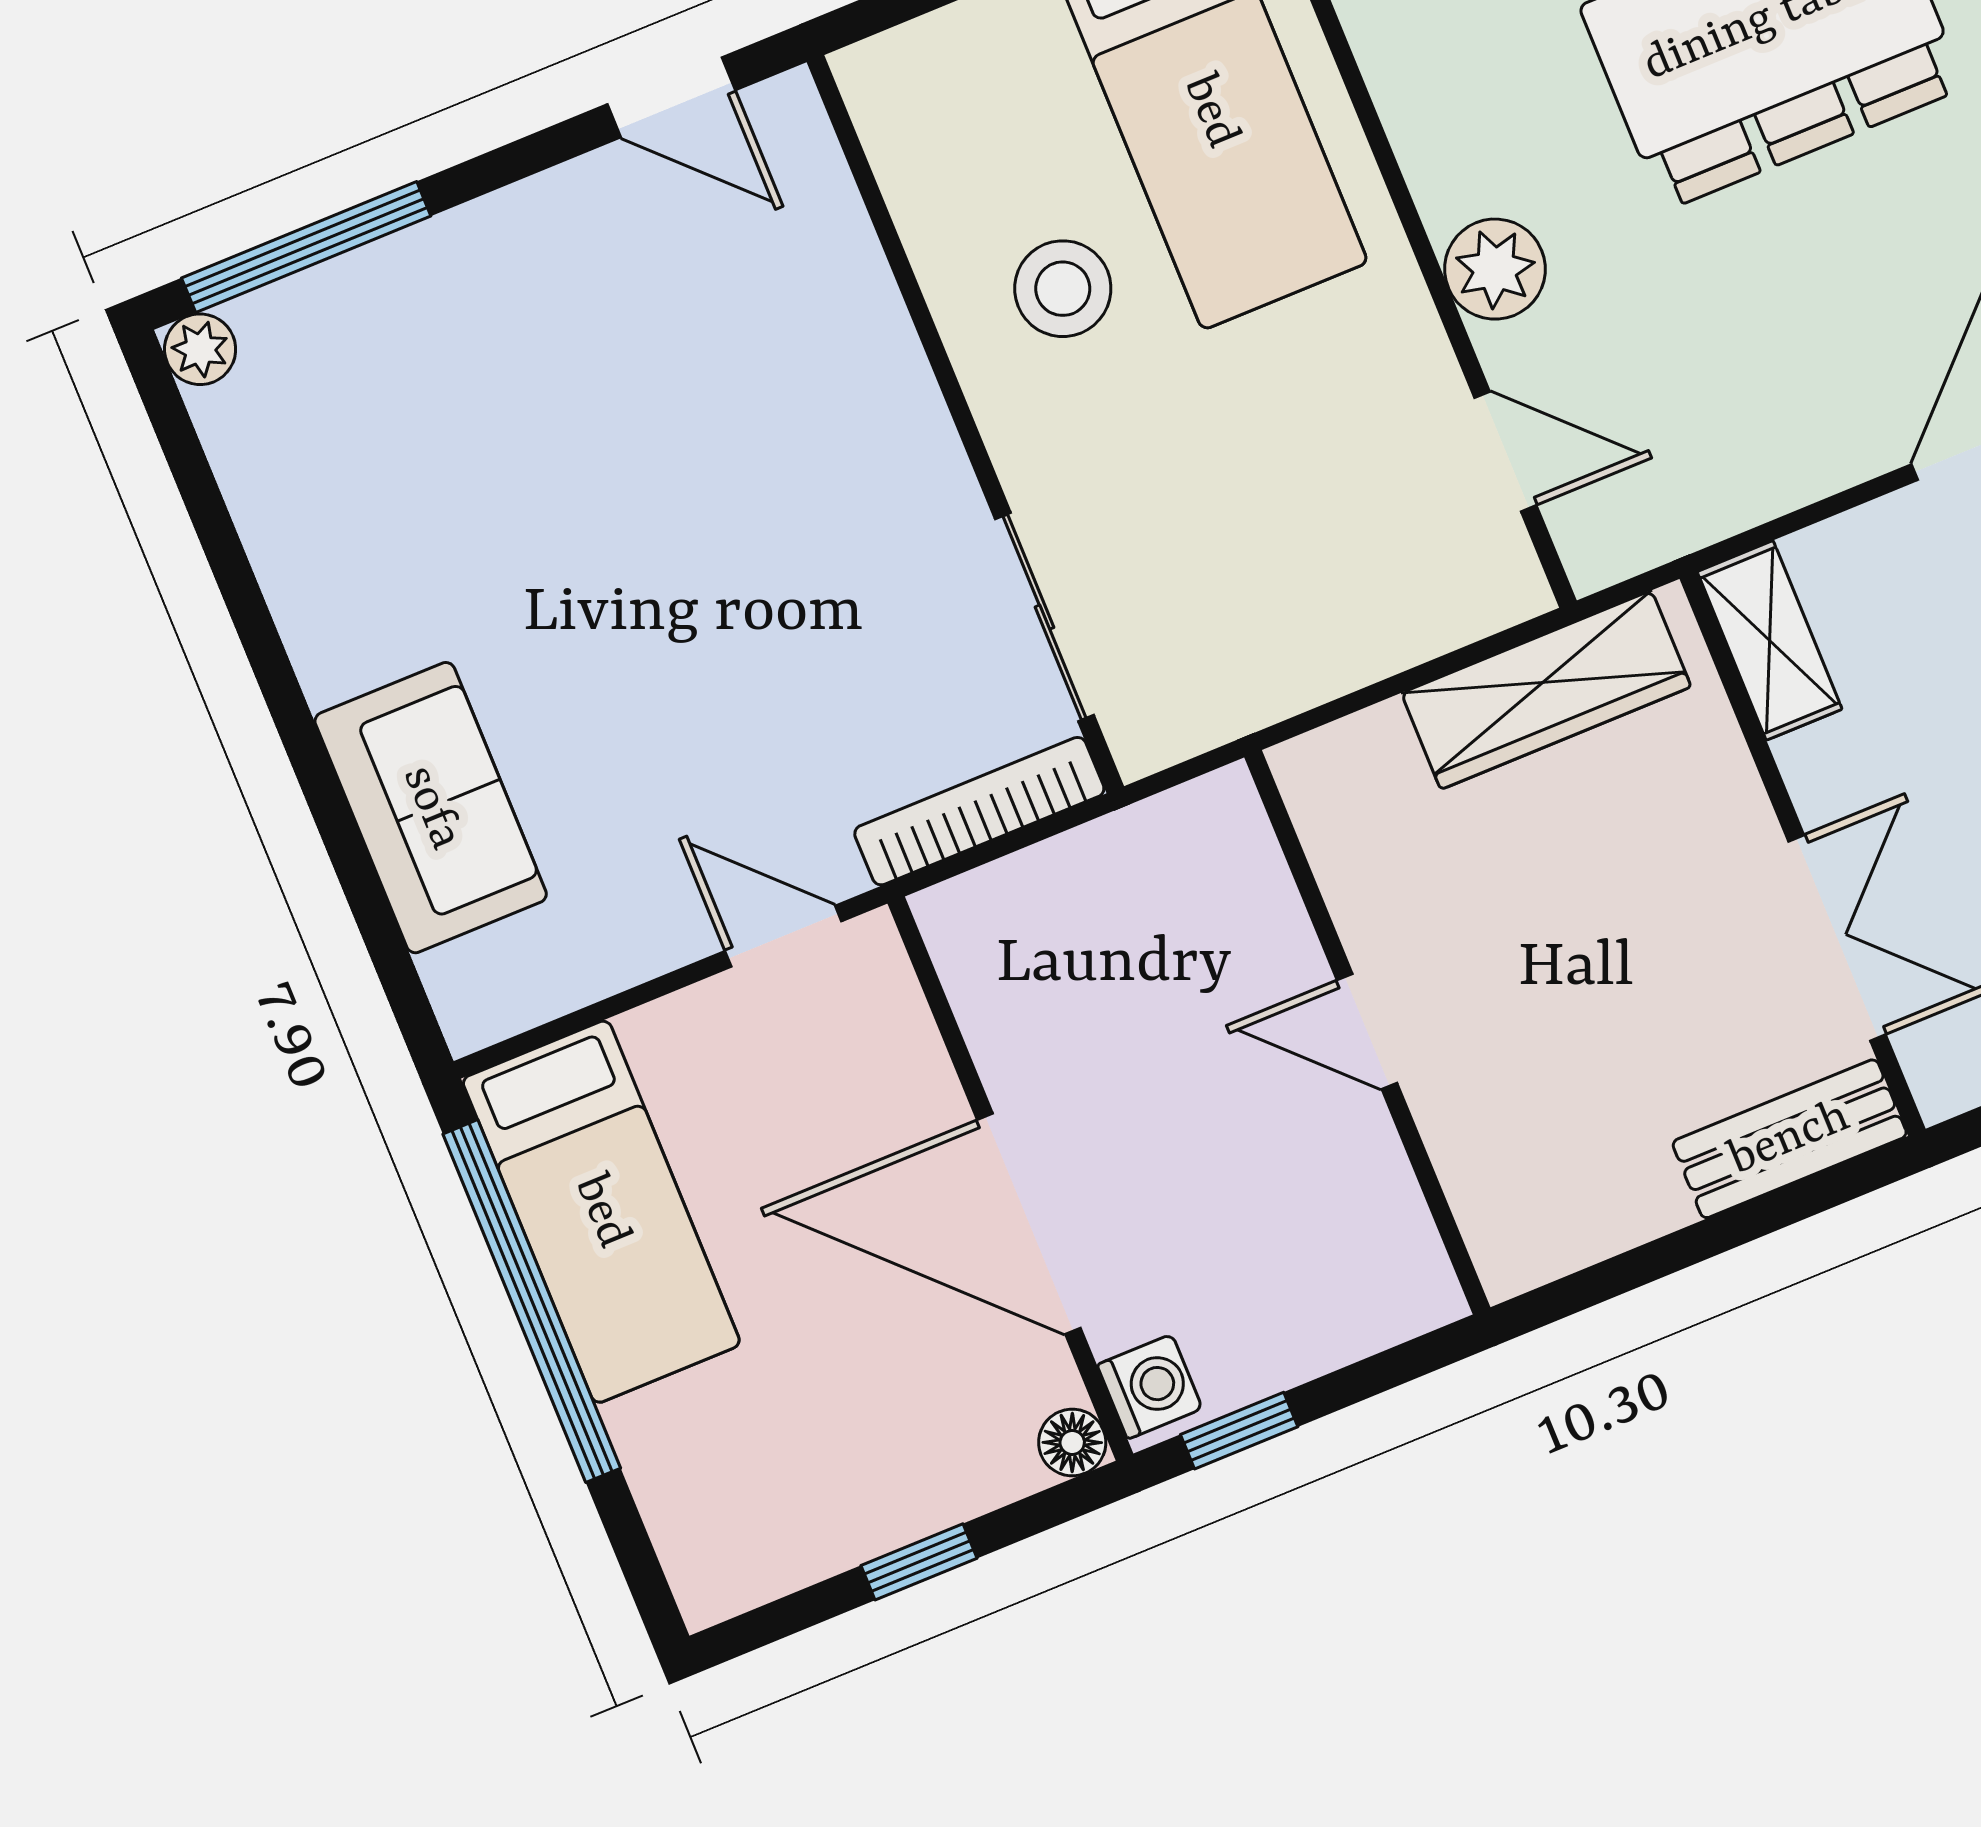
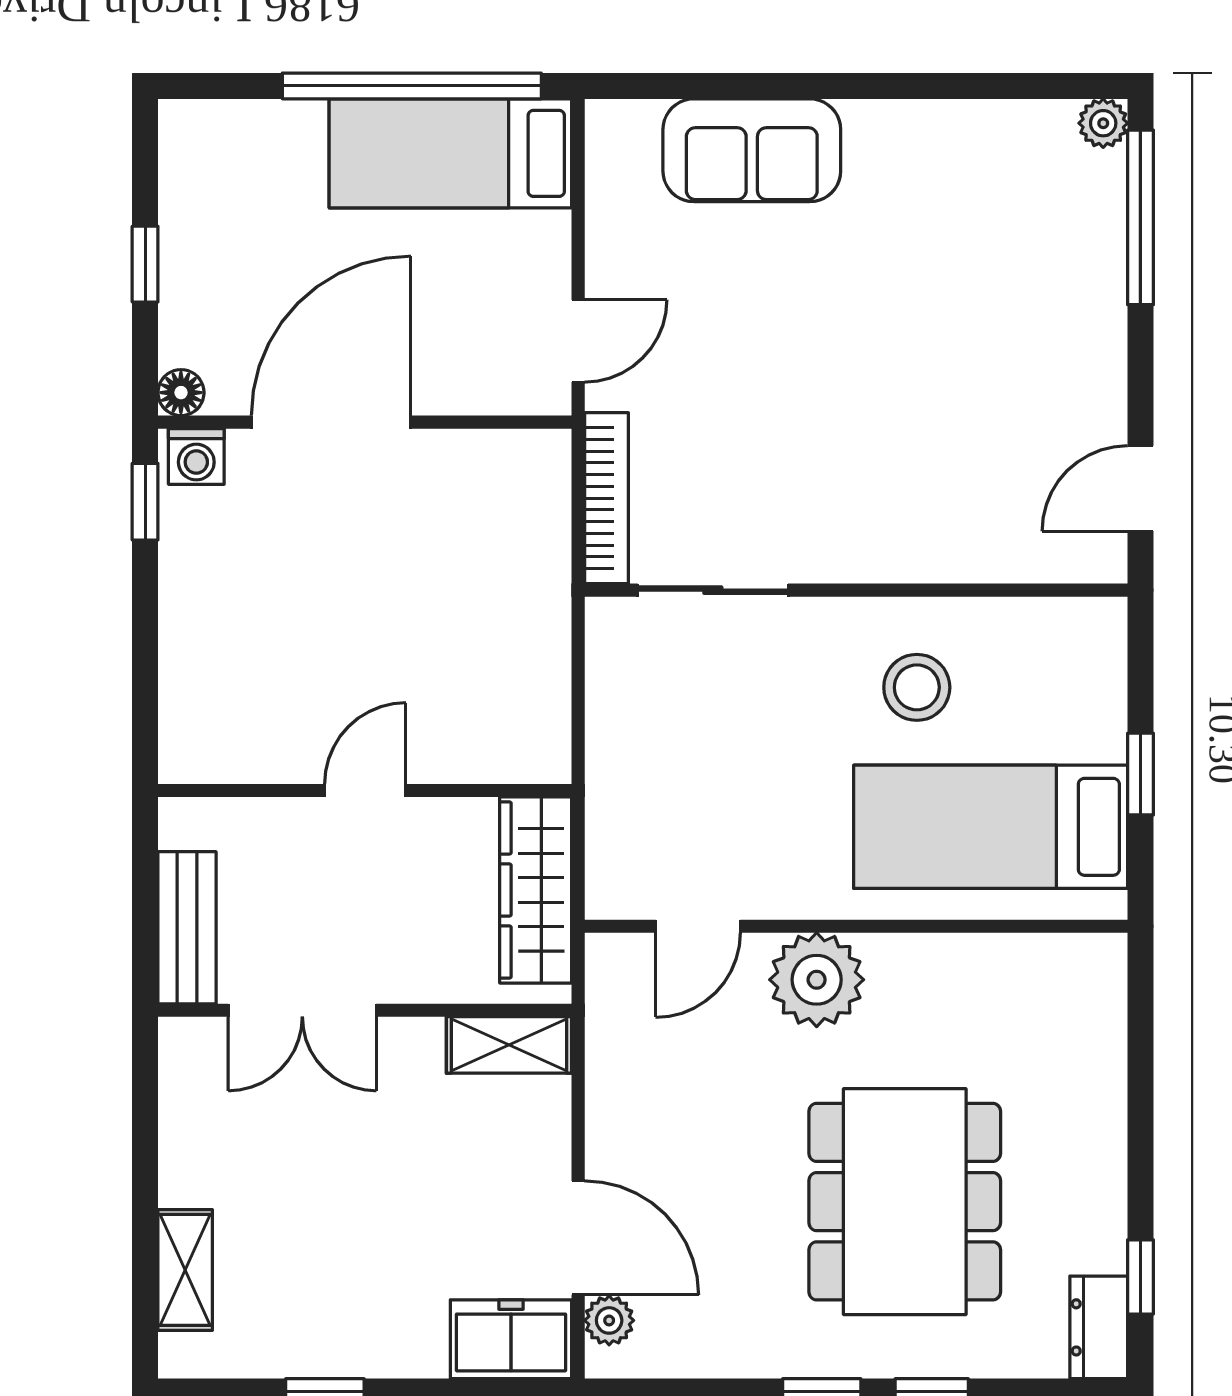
plant: (1495, 269) -> (817, 980), width x1.36, depth x1.36
door: (1367, 1032) -> (365, 790), moved
wall: (1367, 1032) -> (365, 790), moved

